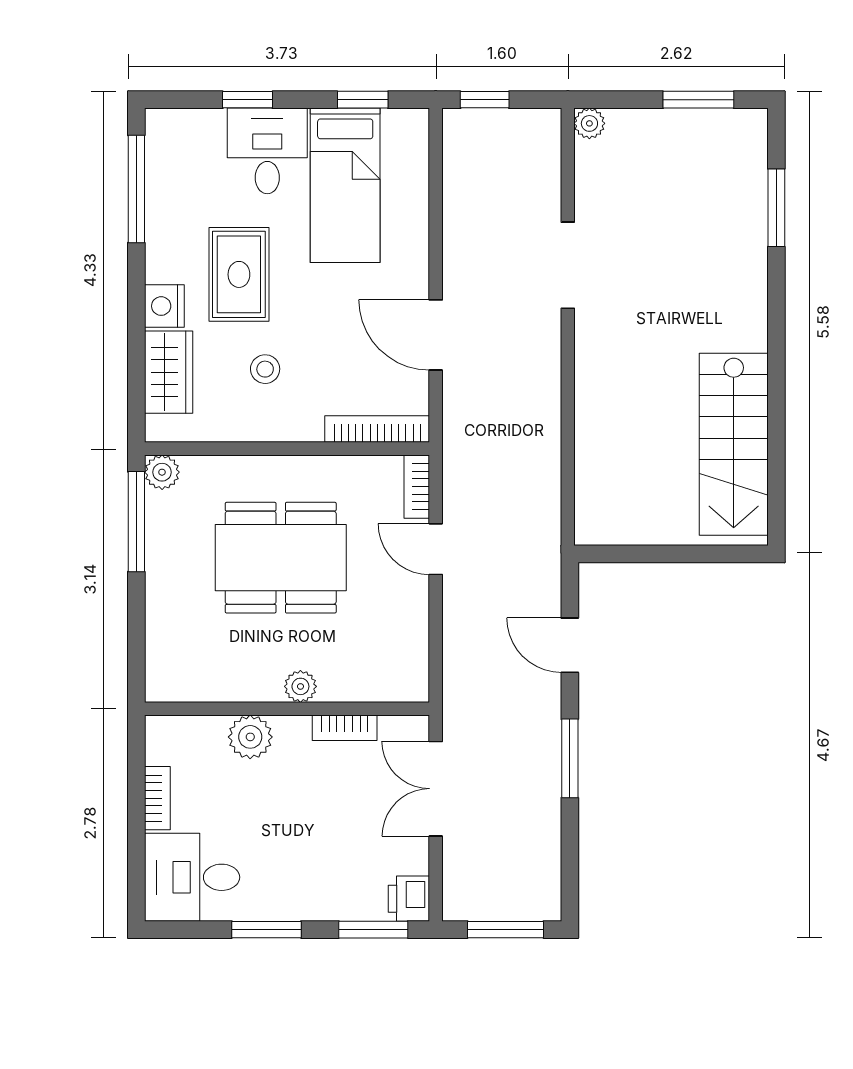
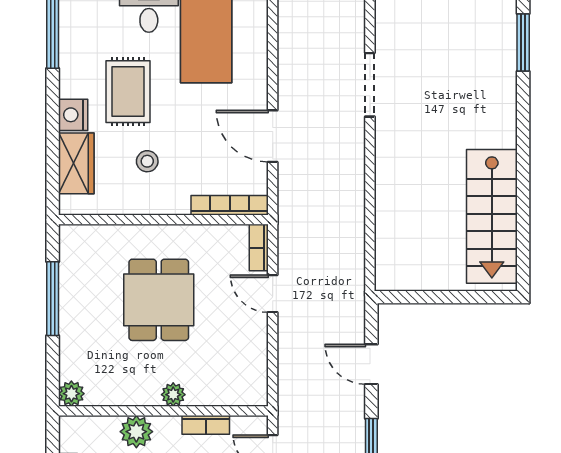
plant: (162, 472) -> (71, 394), moved
window: (136, 522) -> (53, 299), moved
dining table: (281, 558) -> (159, 300), width x0.73

